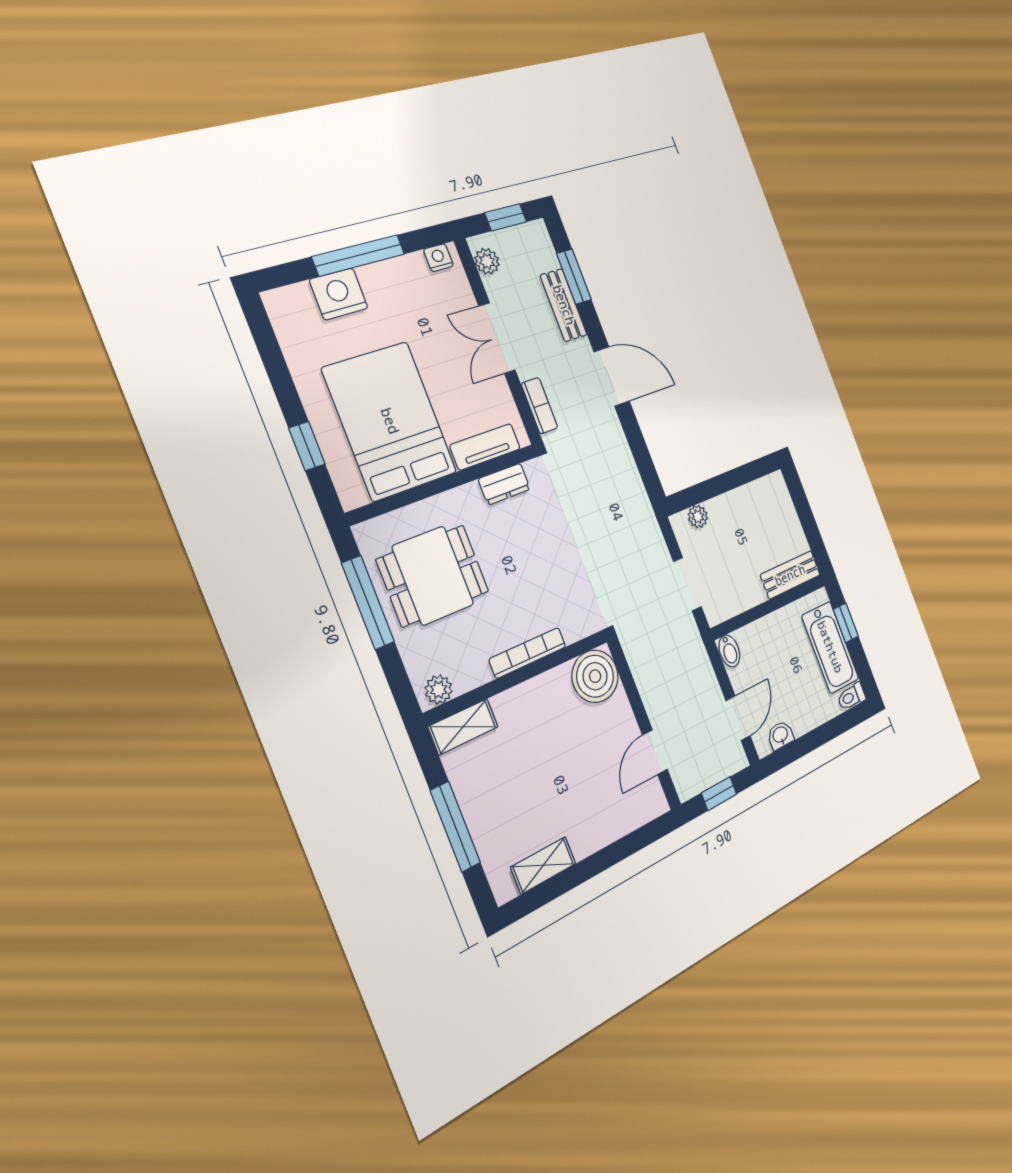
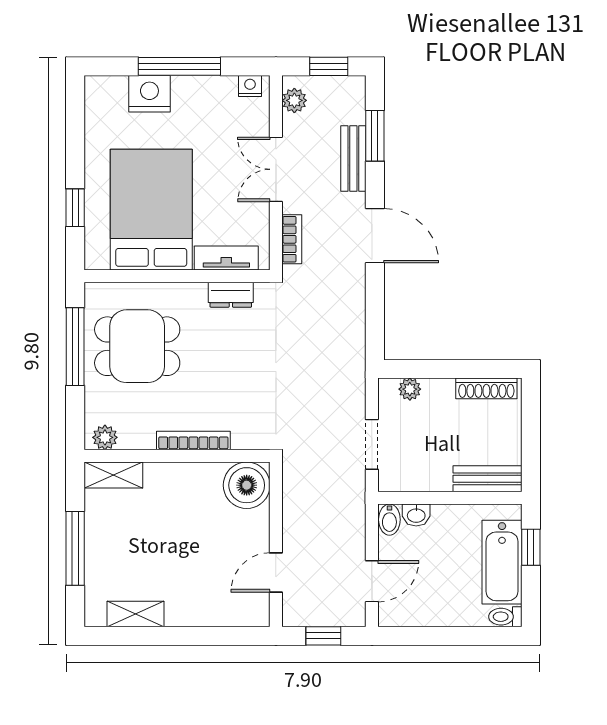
shoe rack: (758, 490) -> (486, 388), added
washbasin: (780, 735) -> (416, 515), moved, turned 180

